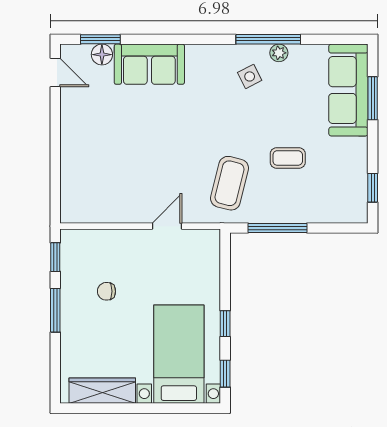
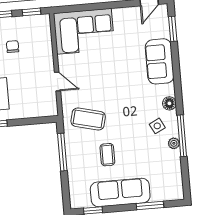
floor lamp: (102, 55) -> (169, 103), moved
sofa: (348, 90) -> (120, 192), moved
corner sofa: (92, 178) -> (84, 31), added

